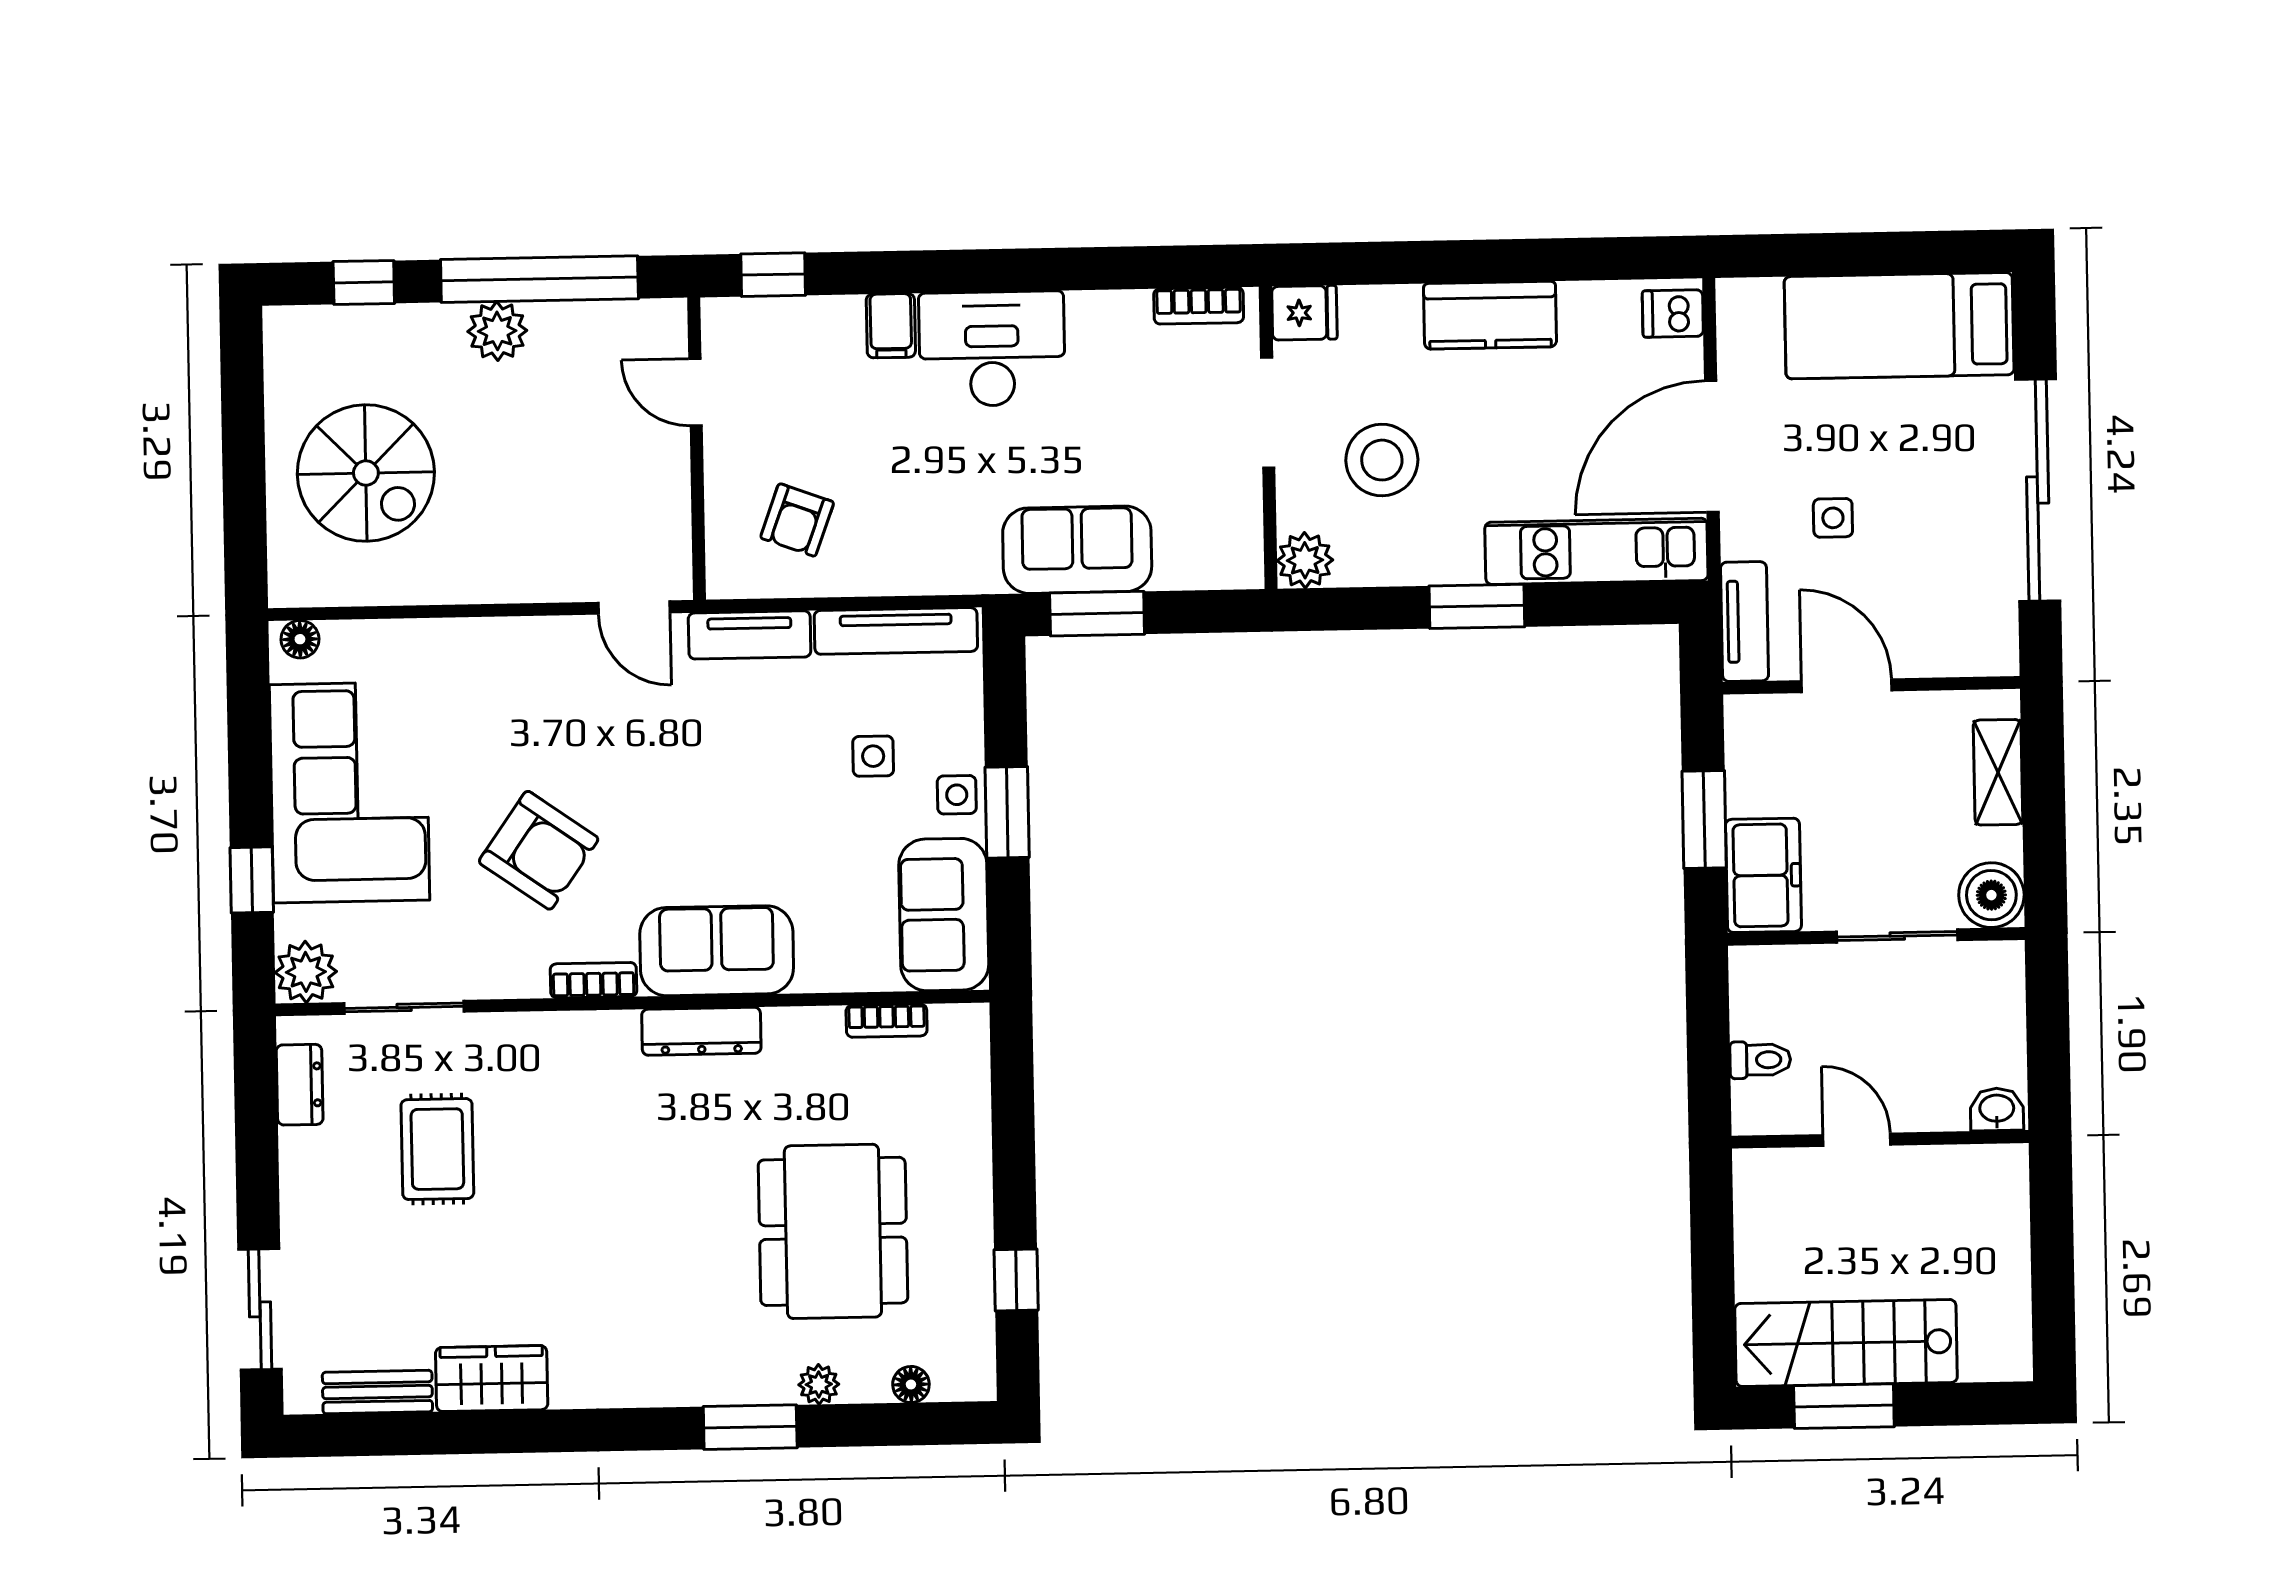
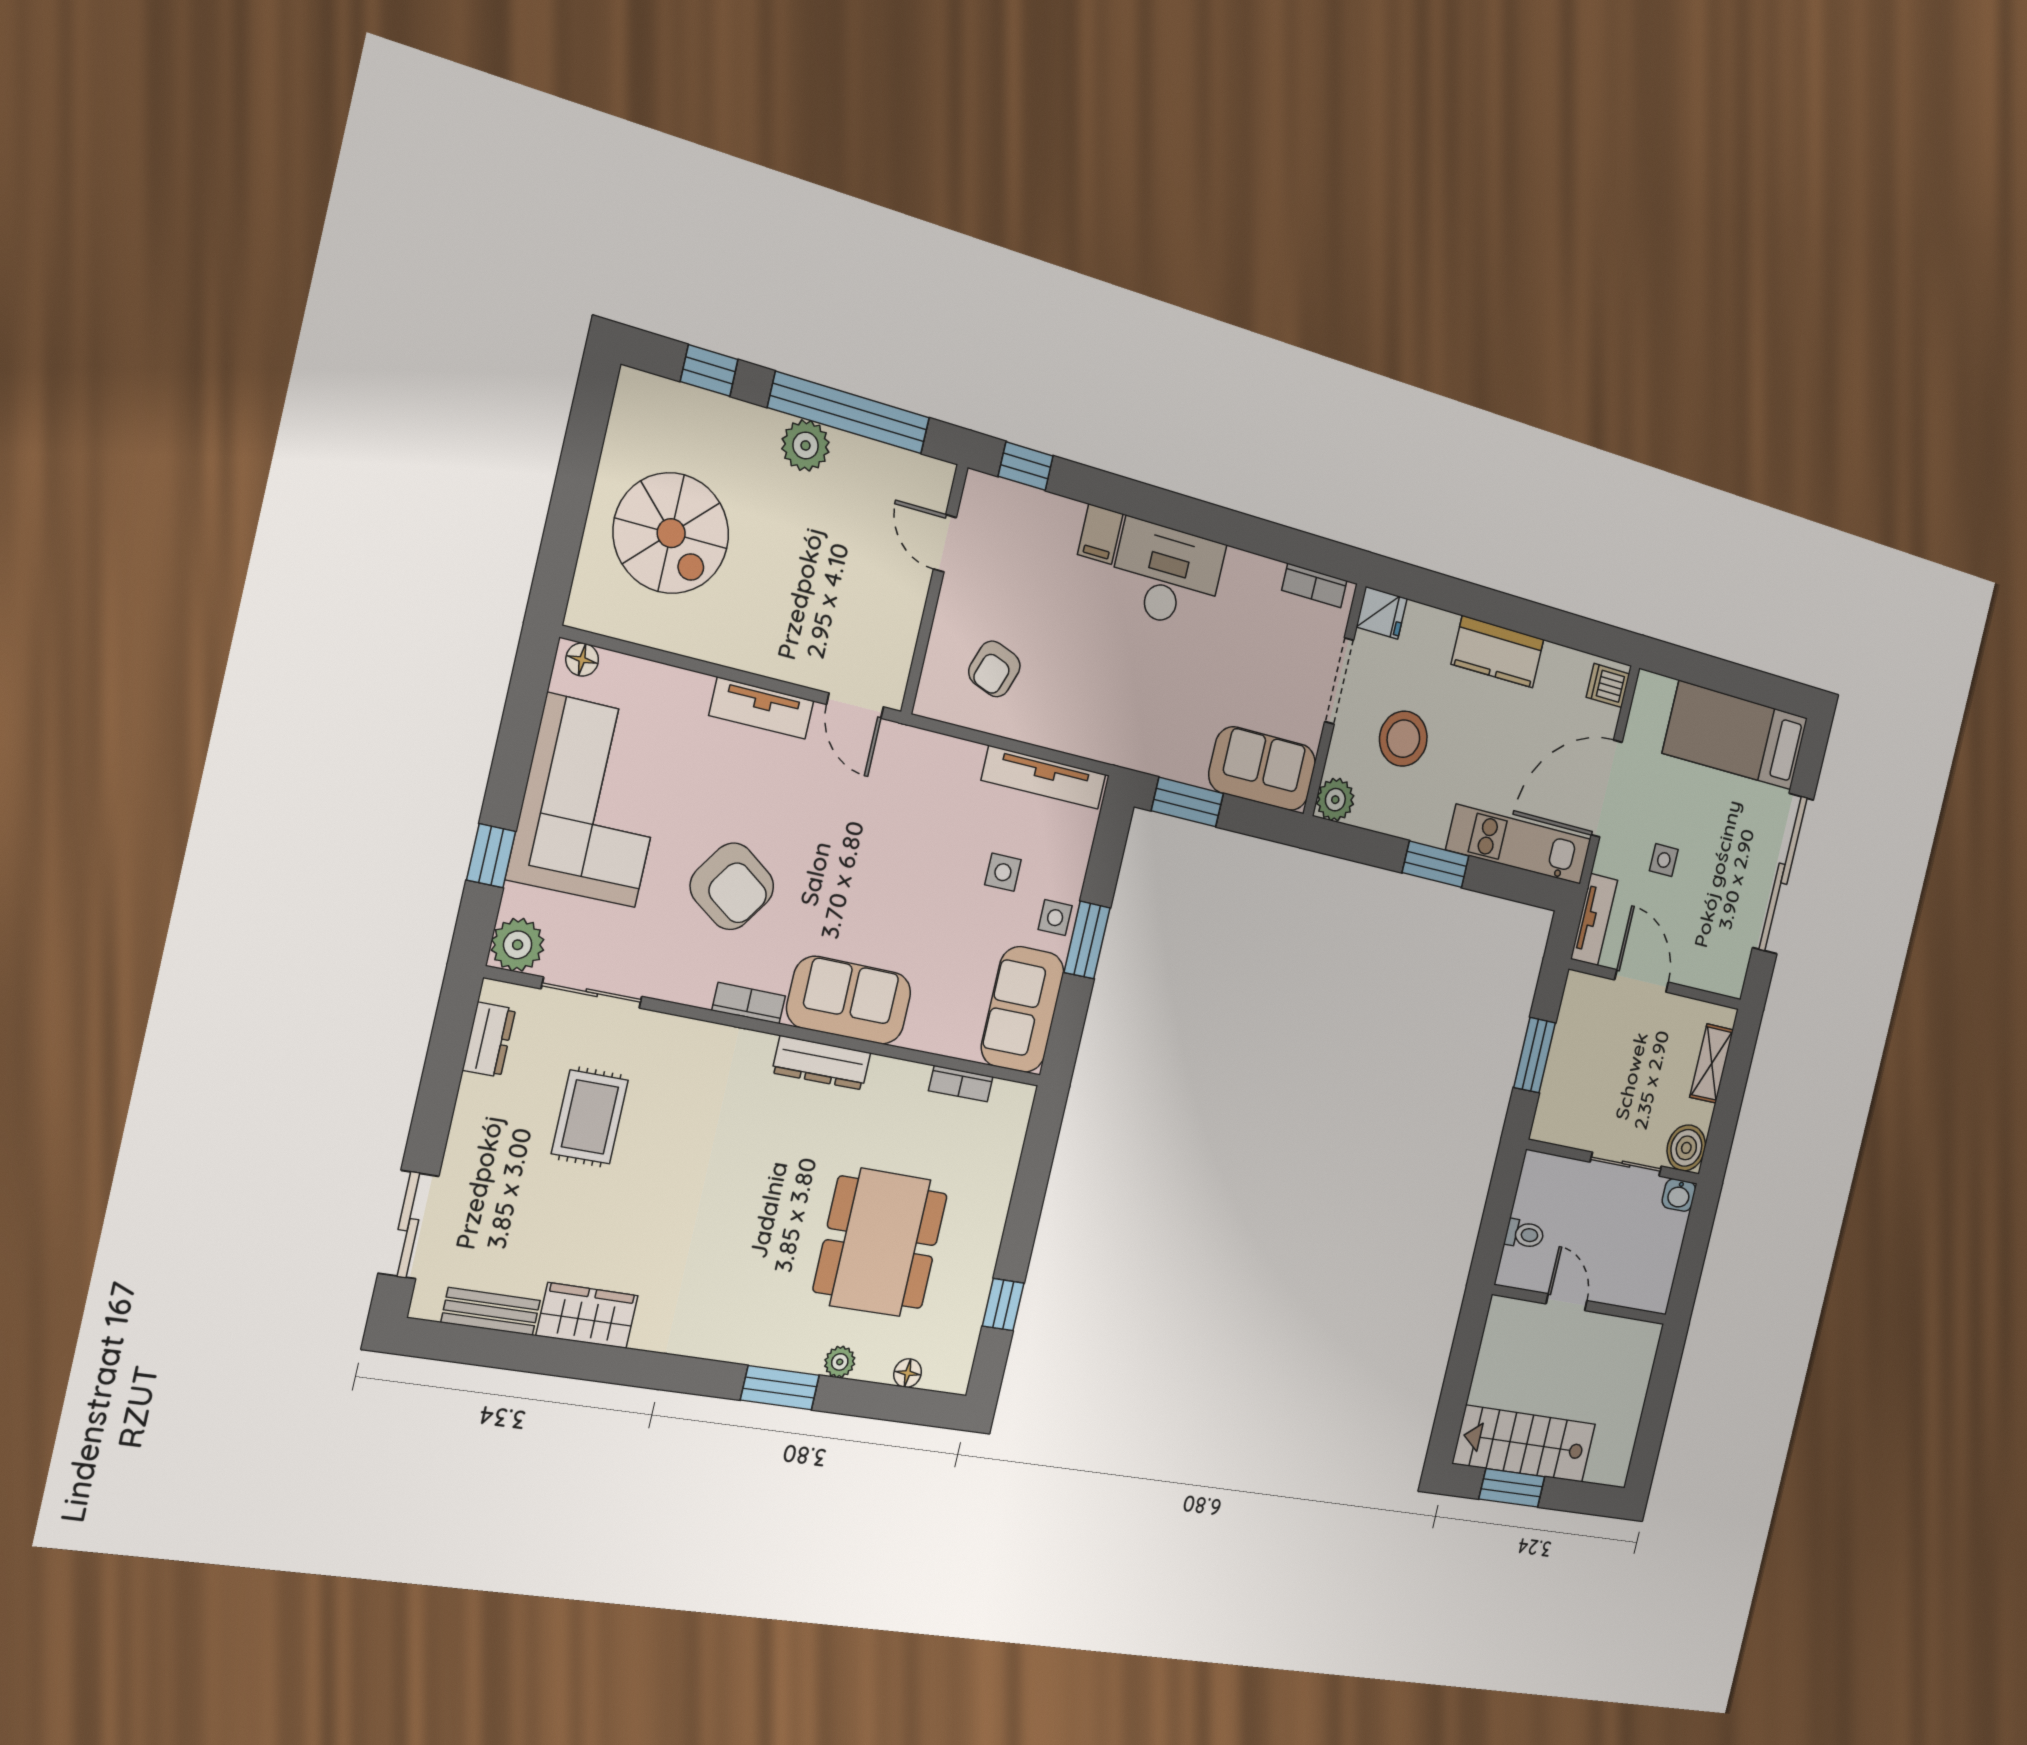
sofa: (1077, 550) -> (1262, 769), moved
tv unit: (750, 635) -> (762, 708), moved
freezer: (1763, 875) -> (1559, 1103), removed
washbasin: (1997, 1109) -> (1679, 1195), moved, turned 180

